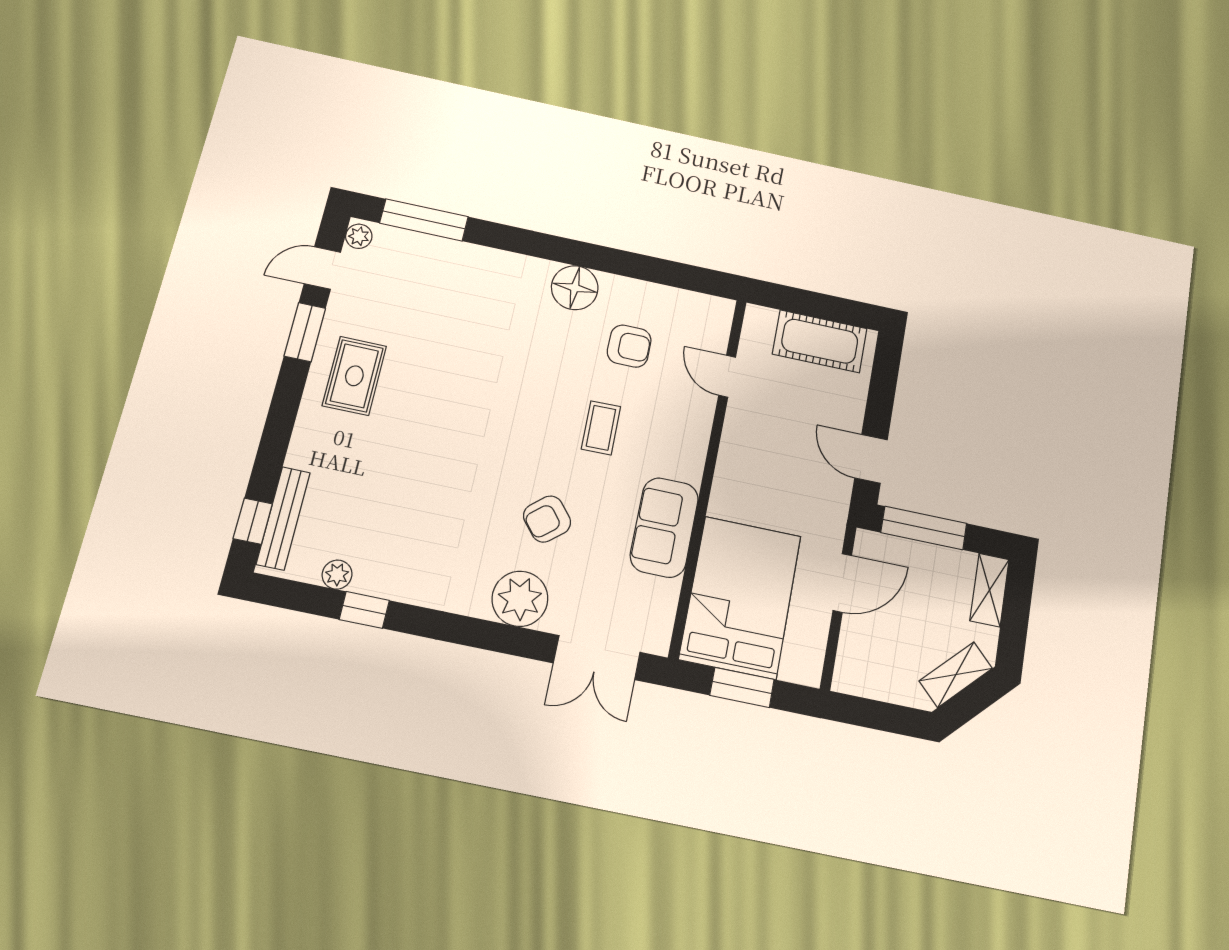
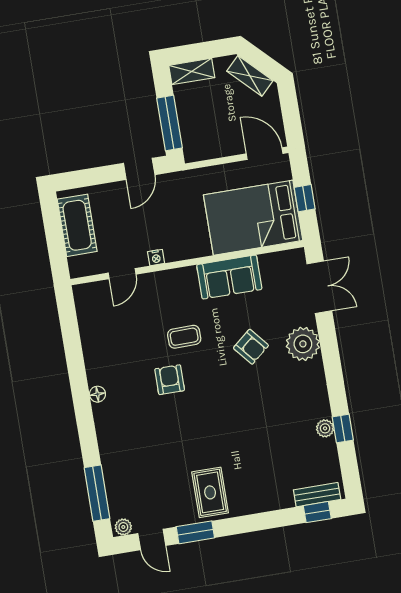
floor lamp: (575, 288) -> (97, 394), width x0.53, depth x0.53
armchair: (629, 346) -> (170, 380), moved
rug: (354, 376) -> (210, 492), turned 90
nightstand: (733, 433) -> (156, 258), added
bench: (283, 518) -> (317, 495), width x0.73
plant: (337, 575) -> (325, 428), moved
door: (842, 583) -> (265, 154), moved
window: (742, 687) -> (305, 198), width x0.67

